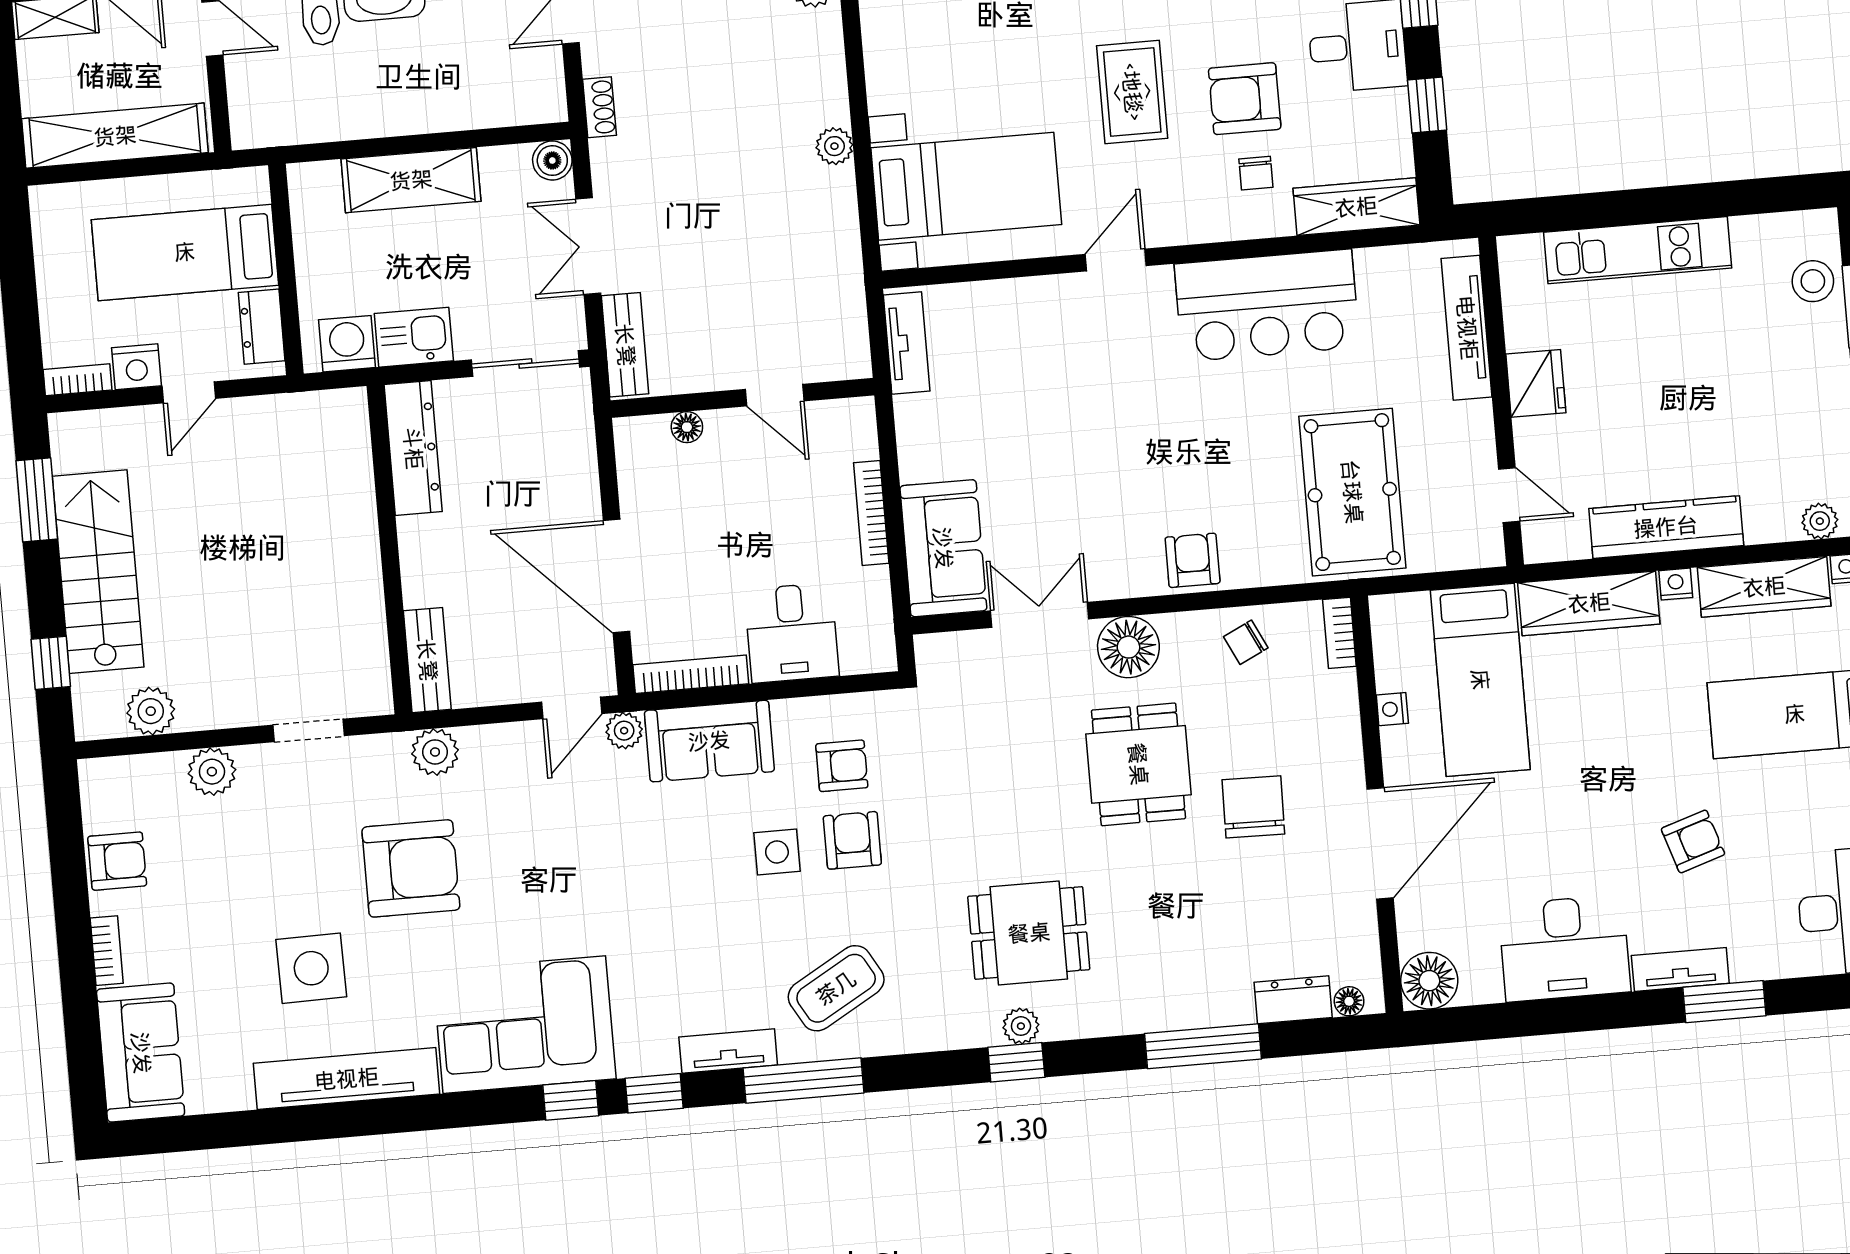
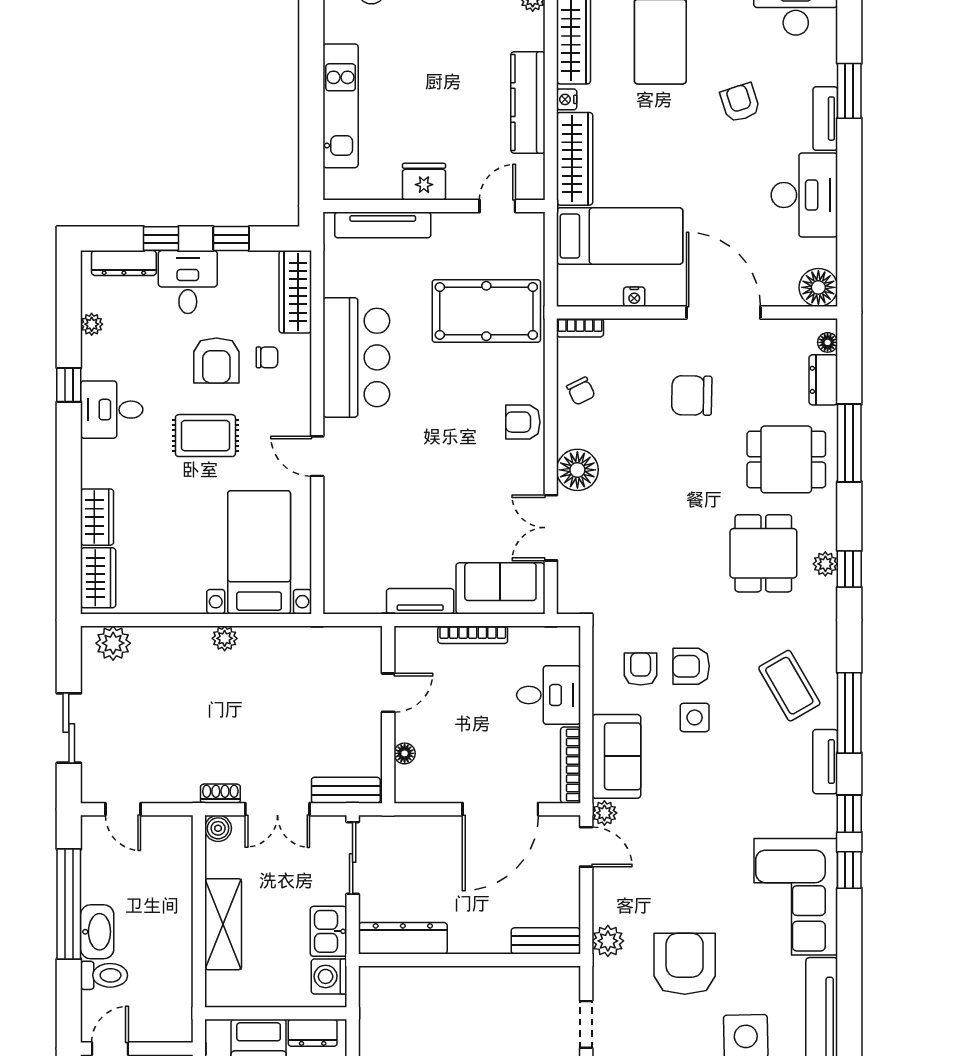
shoe rack: (599, 107) -> (220, 794), moved
tv unit: (907, 343) -> (420, 601), moved
dining table: (1138, 764) -> (786, 459), moved

